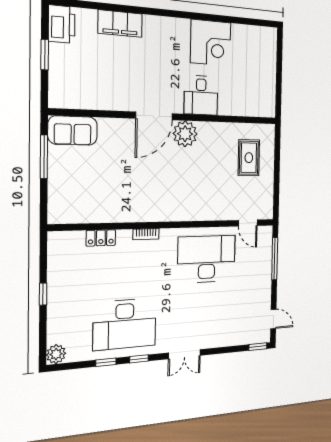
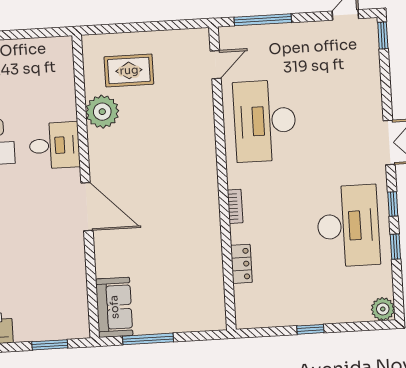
window: (45, 55) -> (50, 345), moved
plant: (185, 134) -> (102, 112), moved

